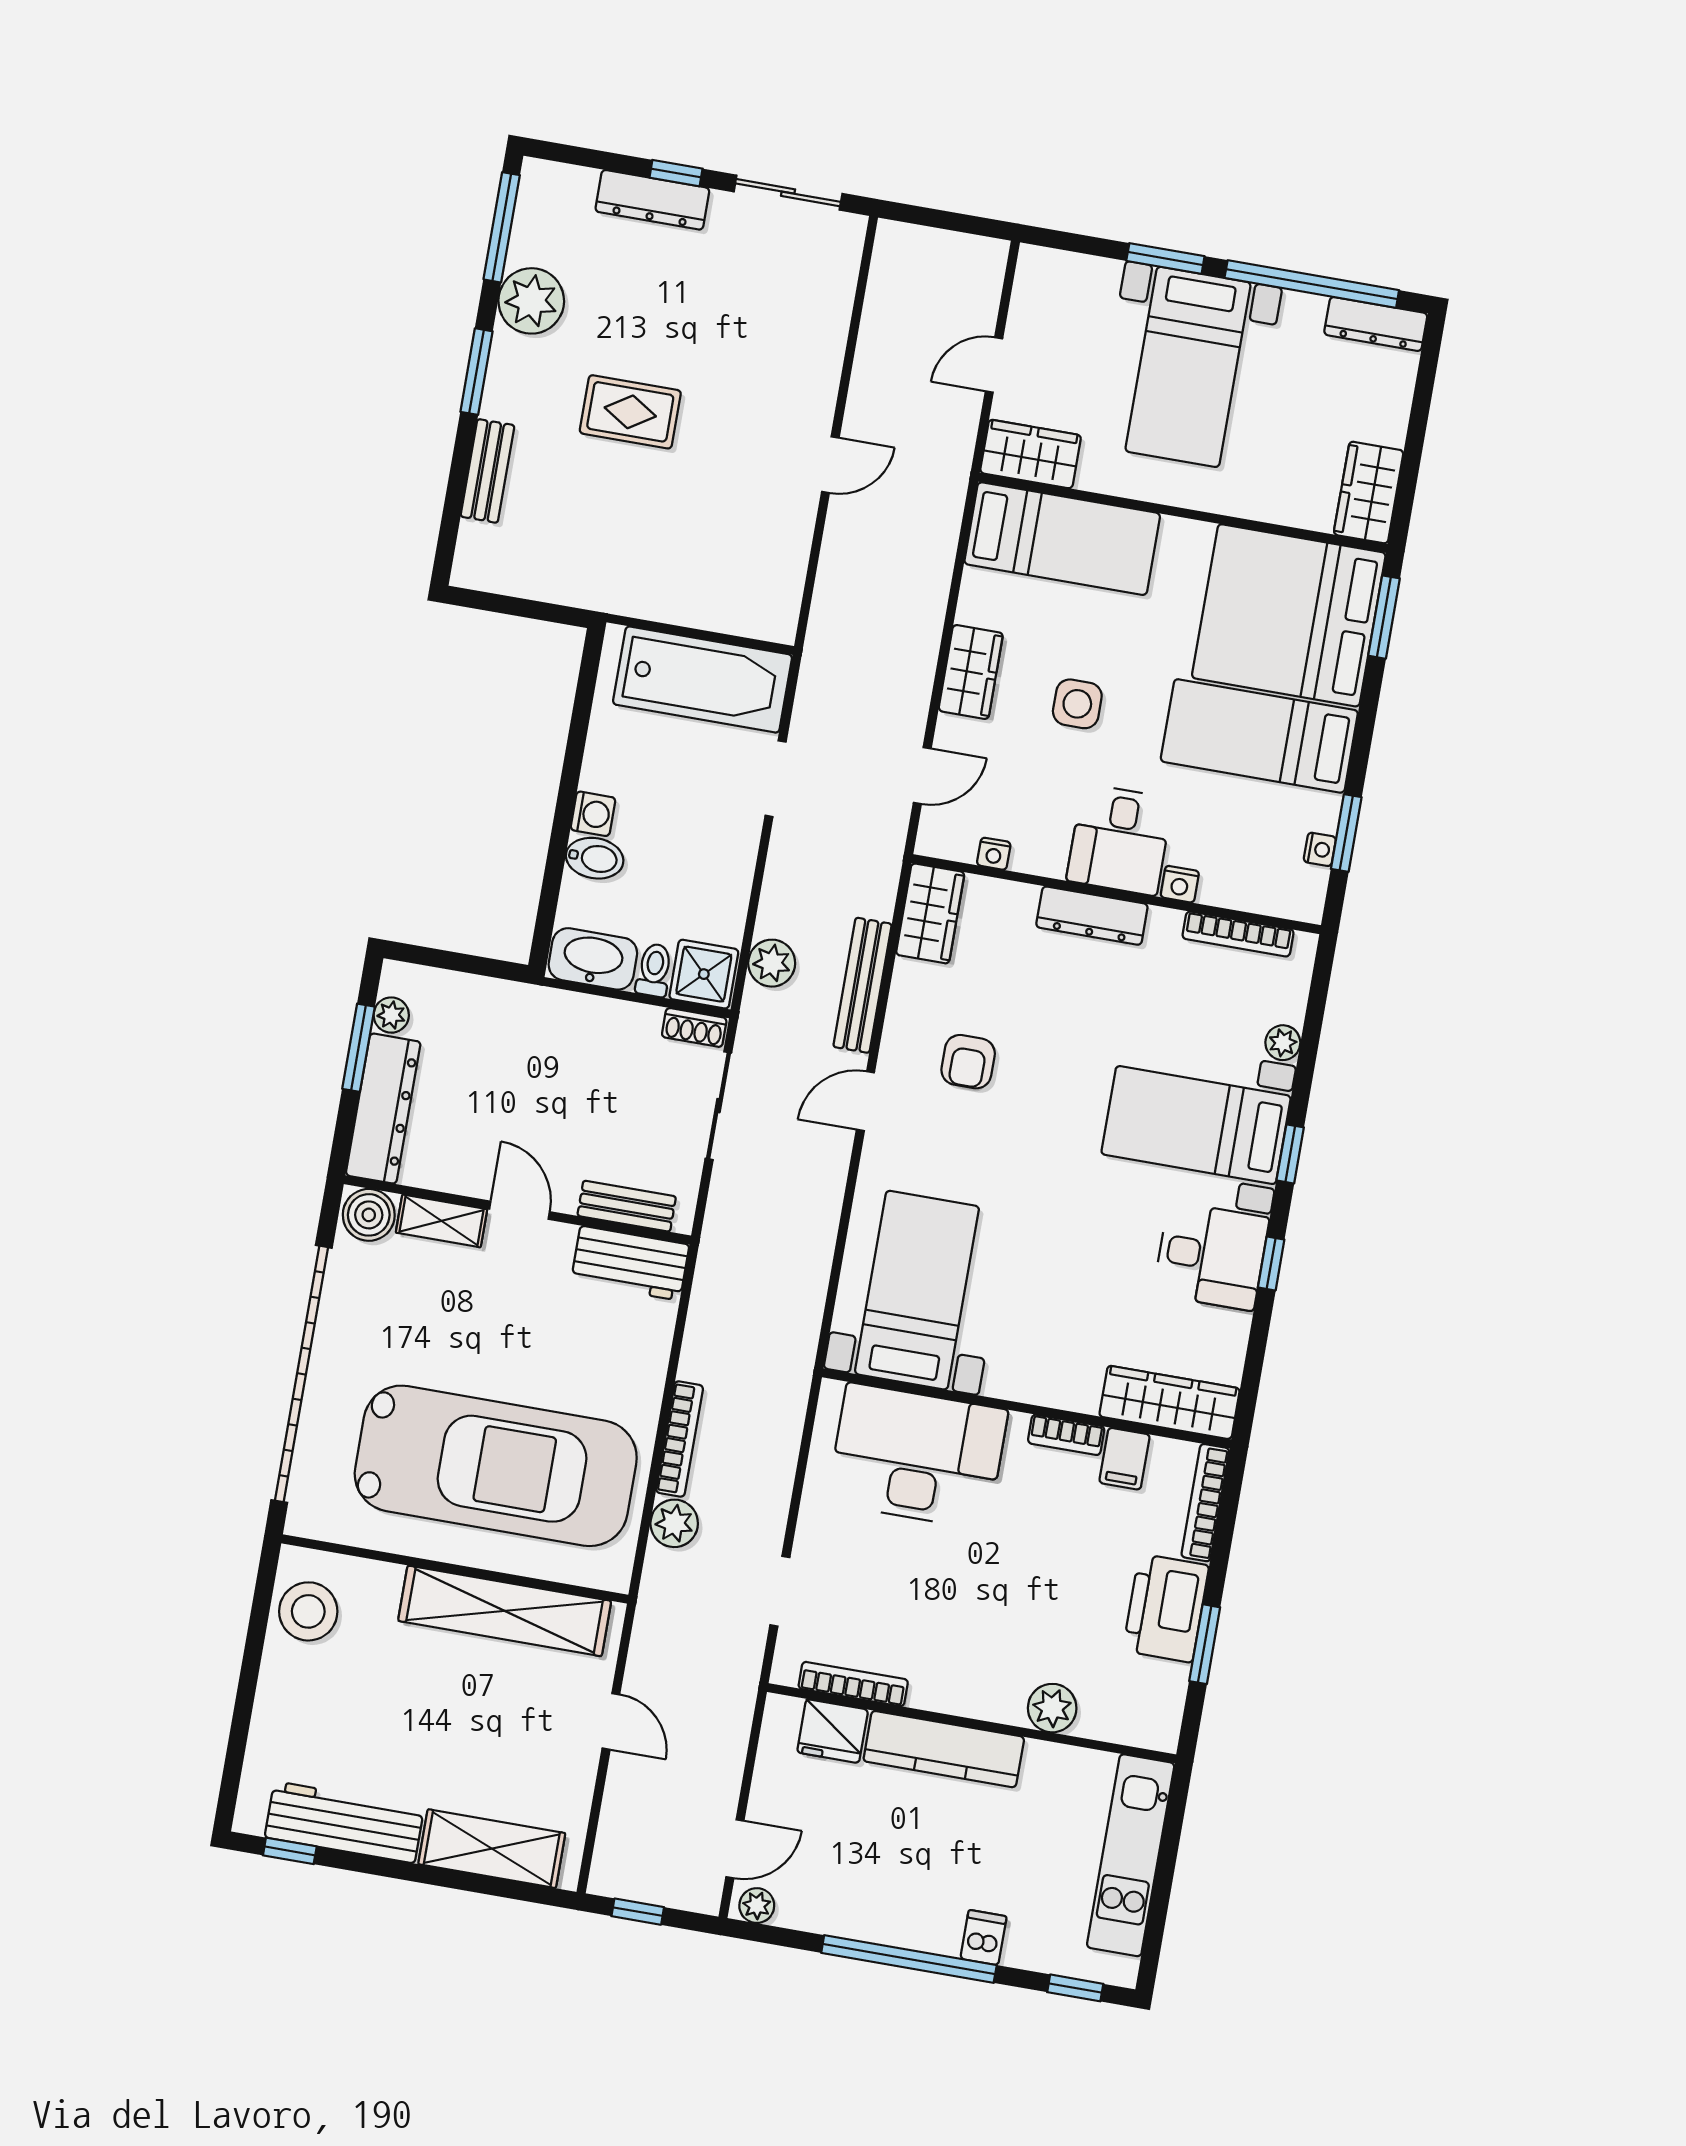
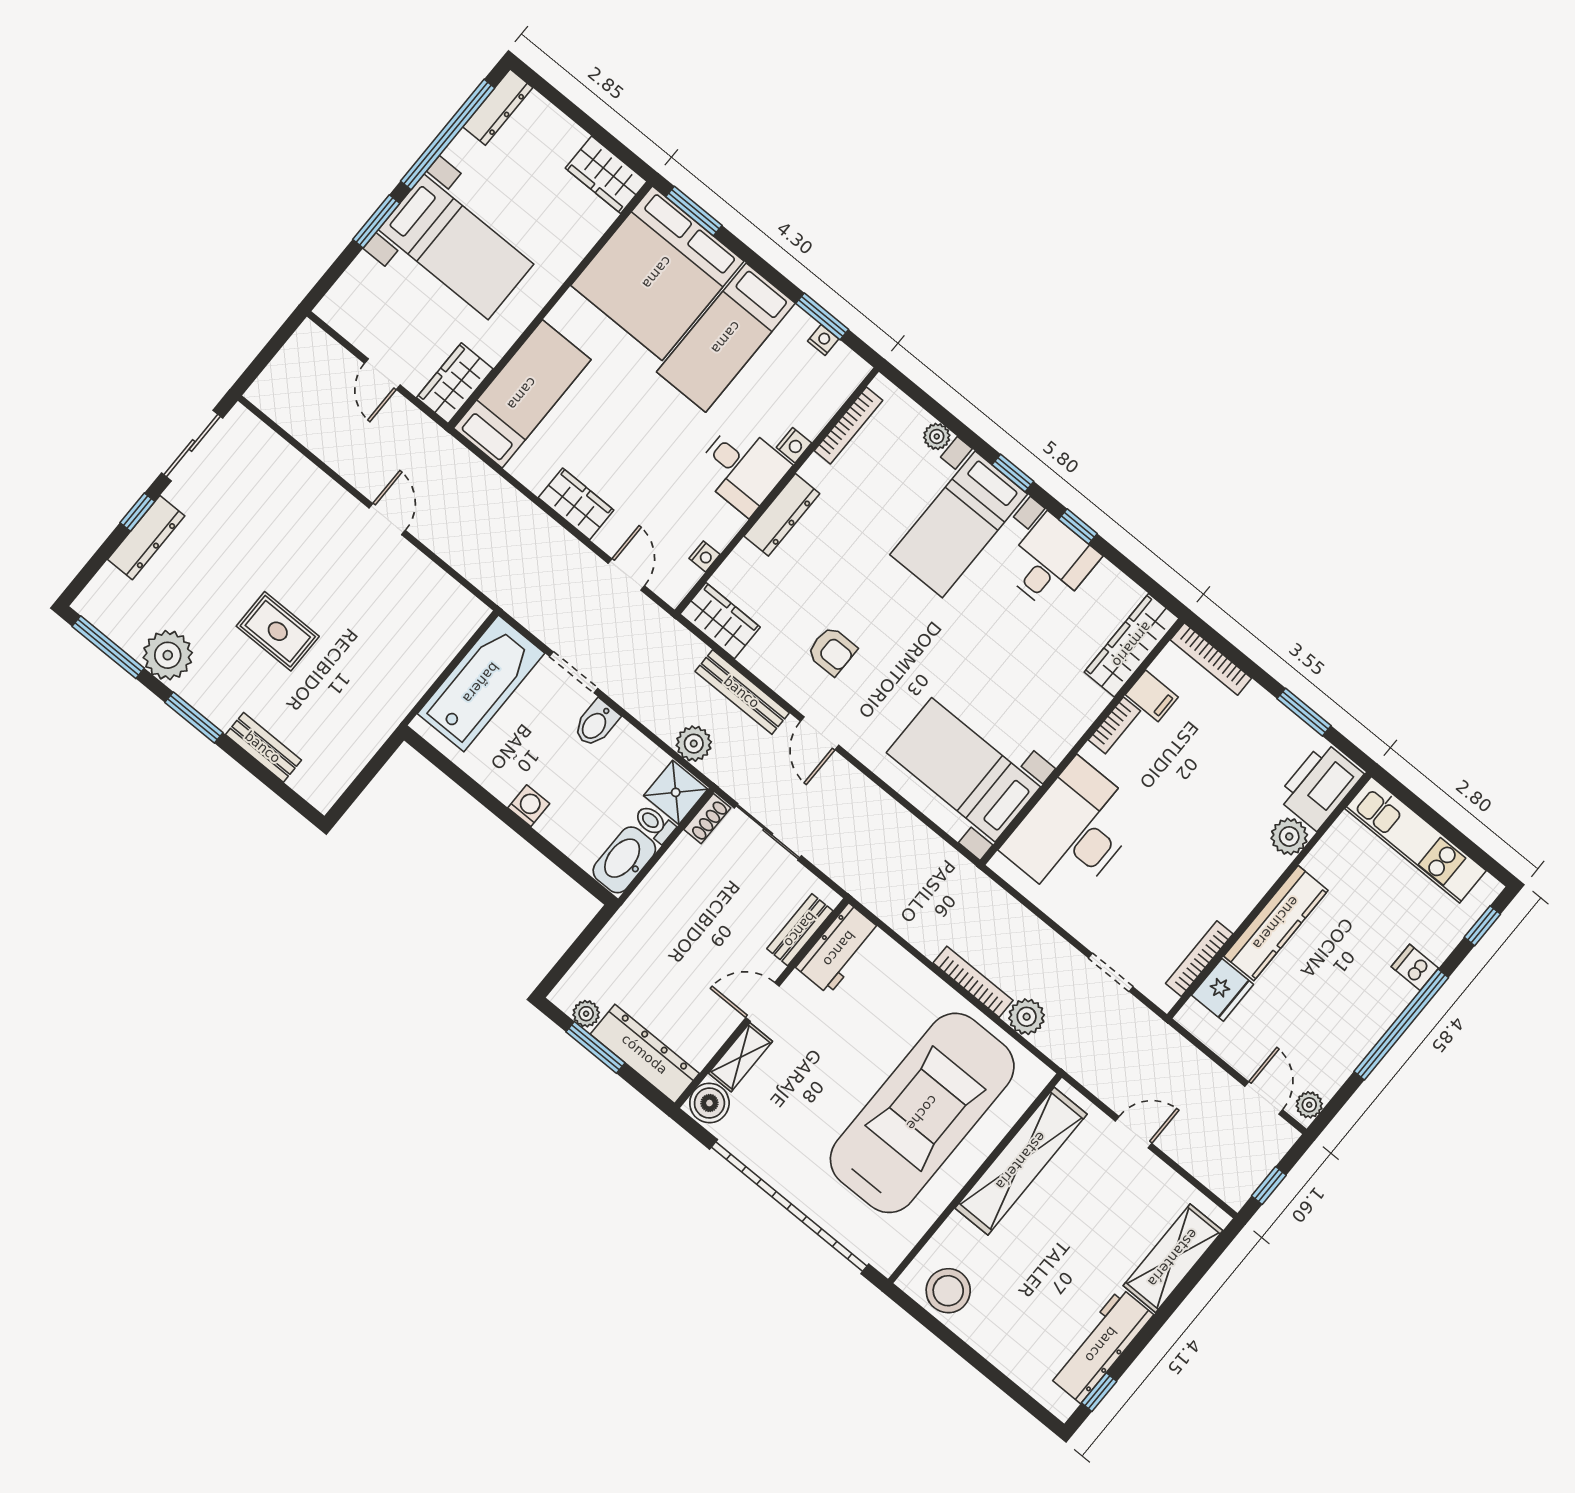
rug: (630, 412) -> (278, 631), turned 90
side table: (1077, 704) -> (637, 446), removed
bidet: (595, 858) -> (596, 723), moved, turned 180
printer: (1166, 1608) -> (1320, 786), moved, turned 90

